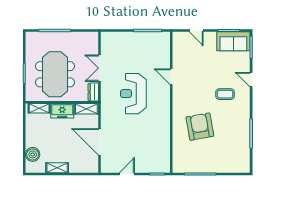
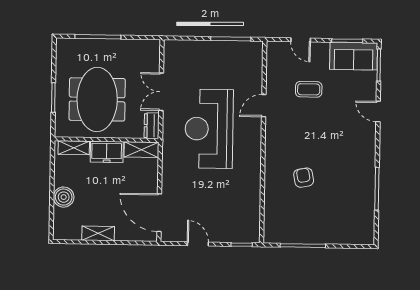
door: (171, 77) -> (264, 106), hinge flipped
reception desk: (133, 94) -> (209, 129), width x1.36, depth x1.30
coffee table: (225, 94) -> (309, 89), moved
armchair: (200, 127) -> (304, 178), width x0.53, depth x0.53
door: (100, 142) -> (159, 213), moved
boiler: (33, 154) -> (64, 197), moved
door: (127, 174) -> (198, 244), hinge flipped

